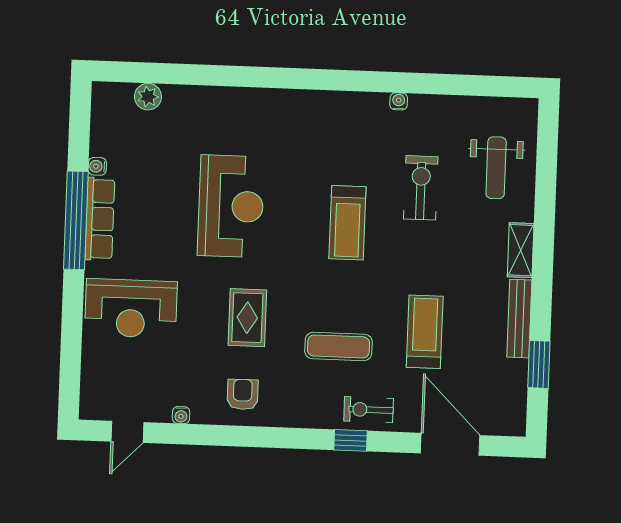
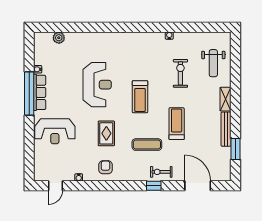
treadmill: (347, 223) -> (140, 97), moved
treadmill: (425, 332) -> (177, 124), moved

